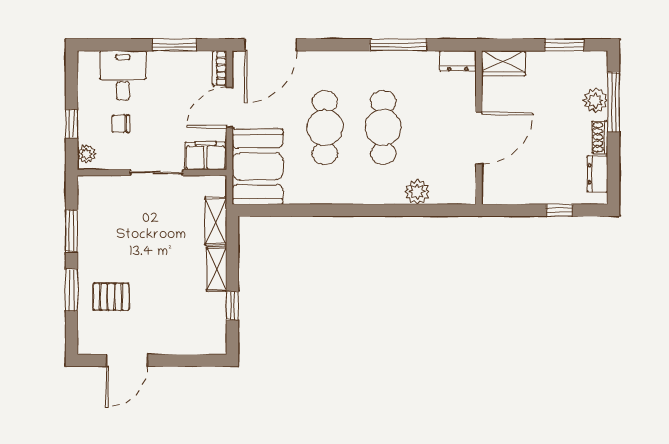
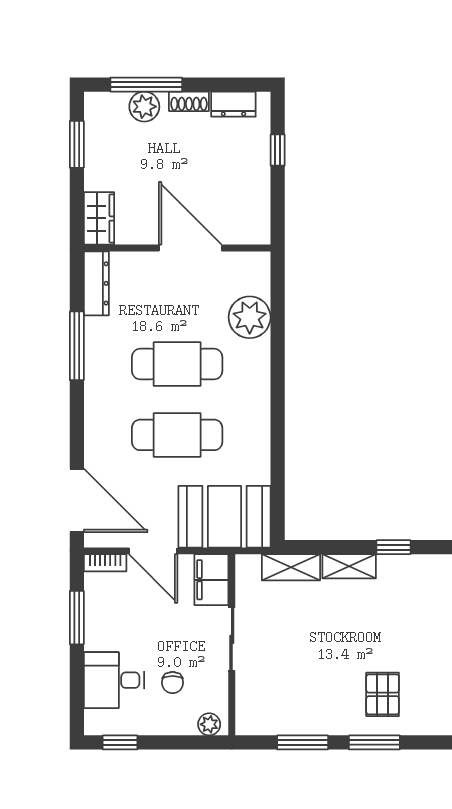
dresser: (458, 61) -> (96, 283), width x1.44
window: (72, 124) -> (120, 742), moved
plant: (417, 192) -> (250, 317), width x1.36, depth x1.36

